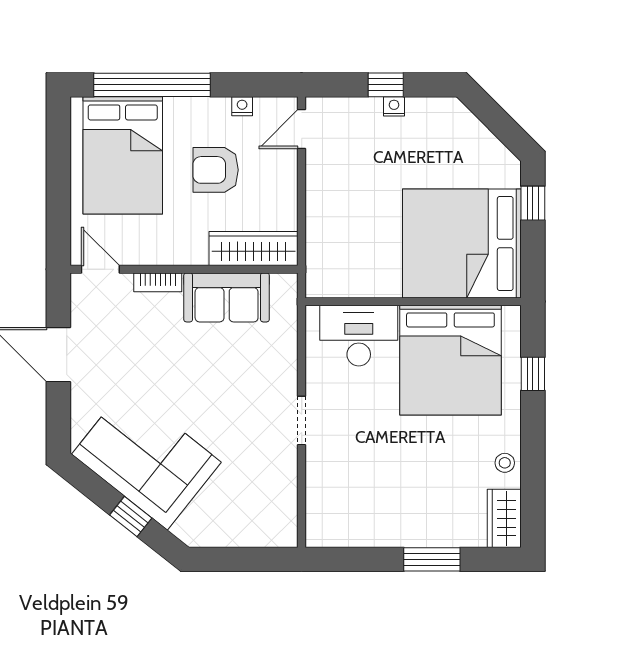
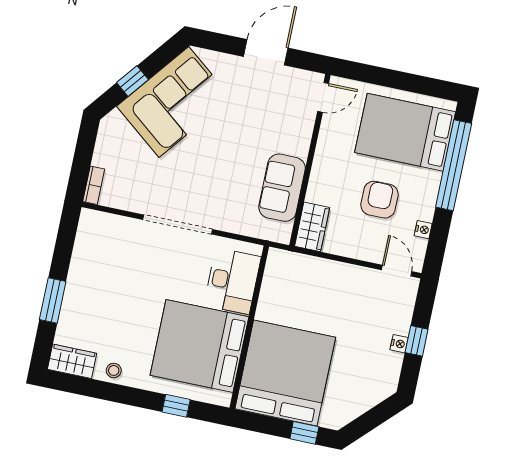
wardrobe: (254, 249) -> (312, 227), width x0.67
bookcase: (158, 282) -> (94, 185), moved, turned 180
doorway: (302, 420) -> (178, 224), width x1.88

